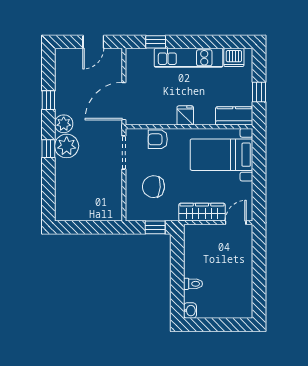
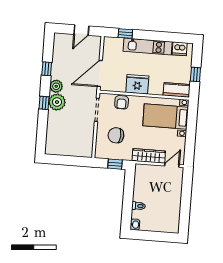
fridge: (185, 115) -> (137, 84), width x1.88, depth x1.34
armchair: (158, 139) -> (122, 102), turned -90

